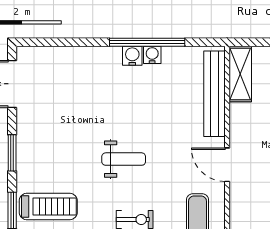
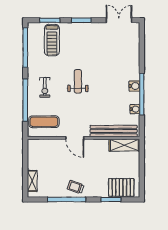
water cooler: (152, 55) -> (135, 109), moved
weight bench: (124, 159) -> (78, 81), turned 180
door: (227, 165) -> (75, 138), swing flipped

